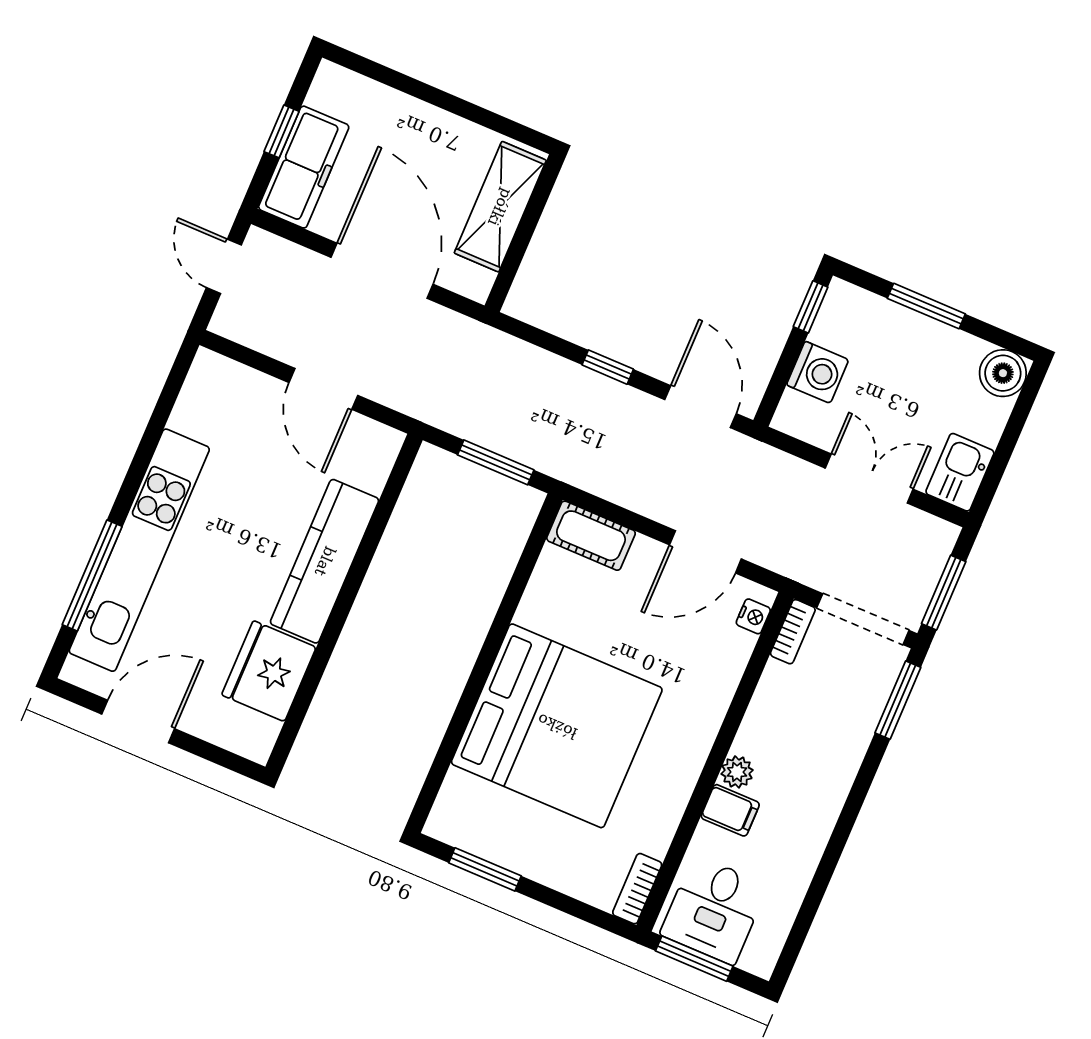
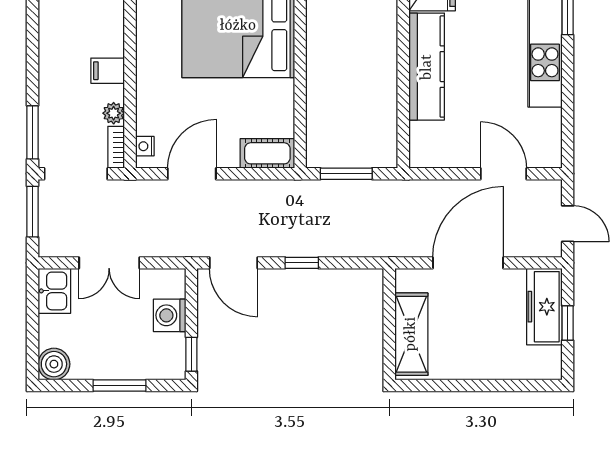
door: (382, 271) -> (468, 263), swing flipped
door: (323, 389) -> (504, 174), moved
plant: (737, 772) -> (114, 113), moved
filing cabinet: (730, 810) -> (108, 71), moved

